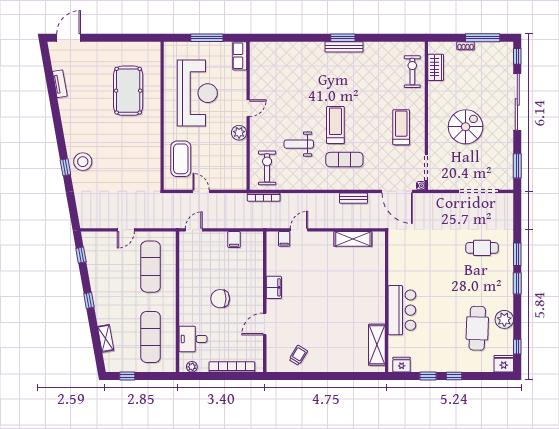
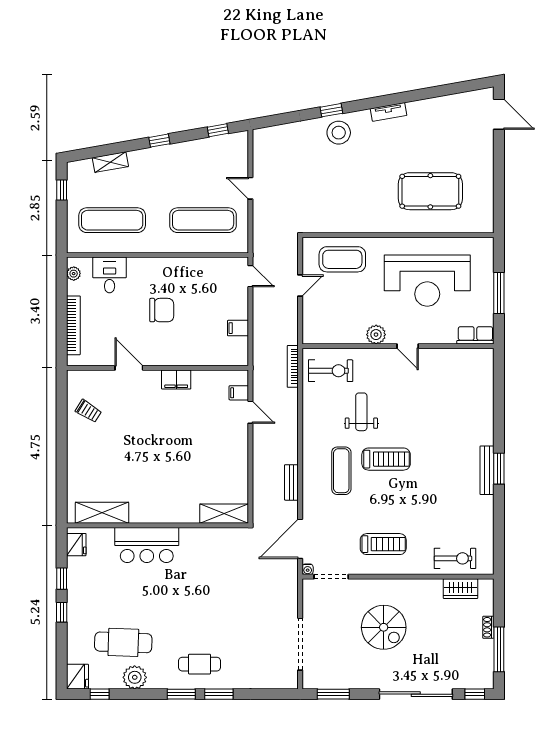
tv unit: (60, 84) -> (389, 112), moved
shelving: (353, 239) -> (224, 514), moved, turned 90
cafe table: (482, 248) -> (200, 664), moved, turned 90
chair: (220, 299) -> (162, 310), turned 90

